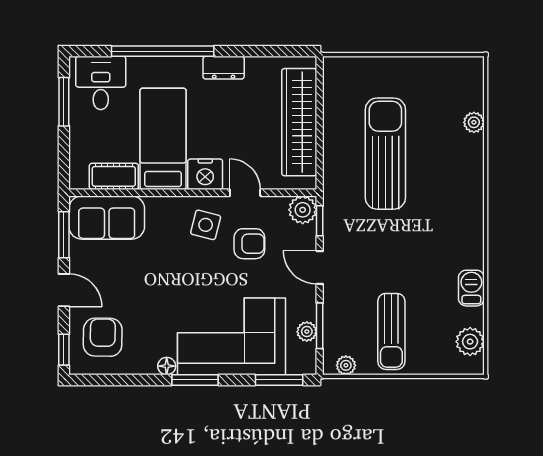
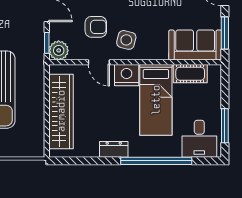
armchair: (249, 244) -> (96, 27), turned 180

